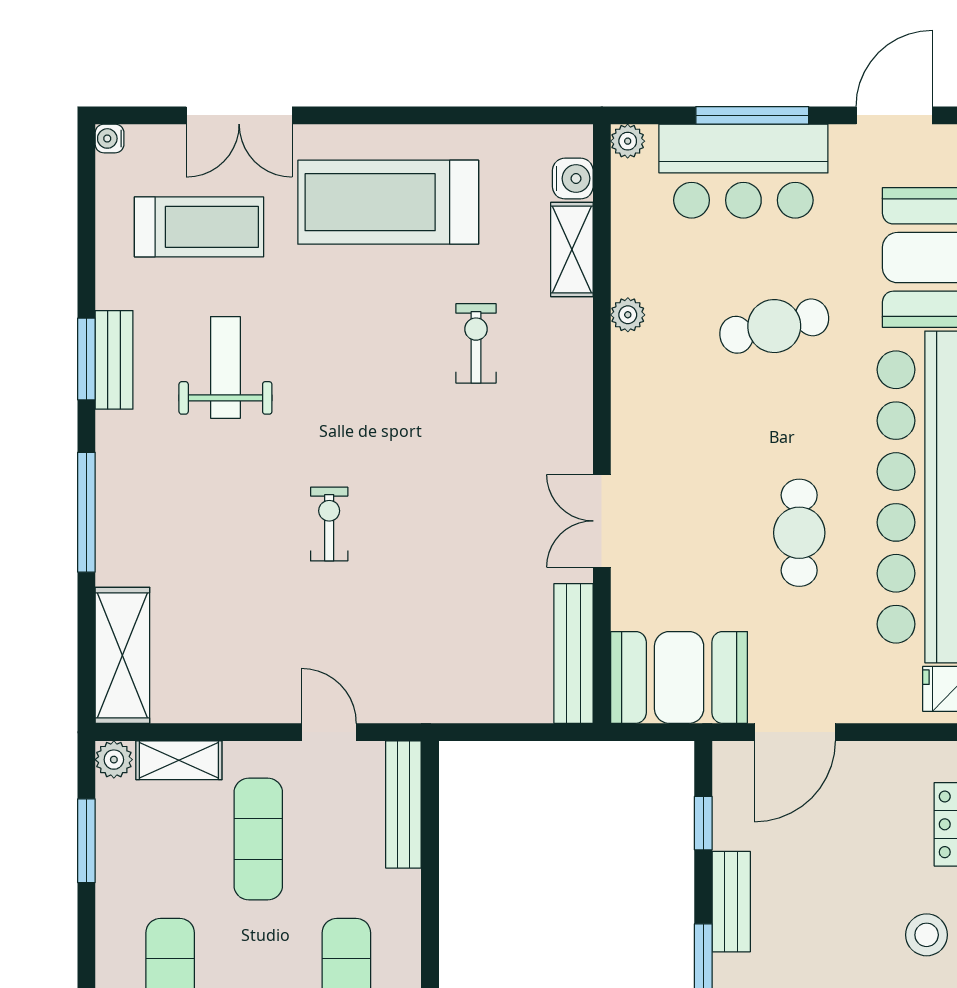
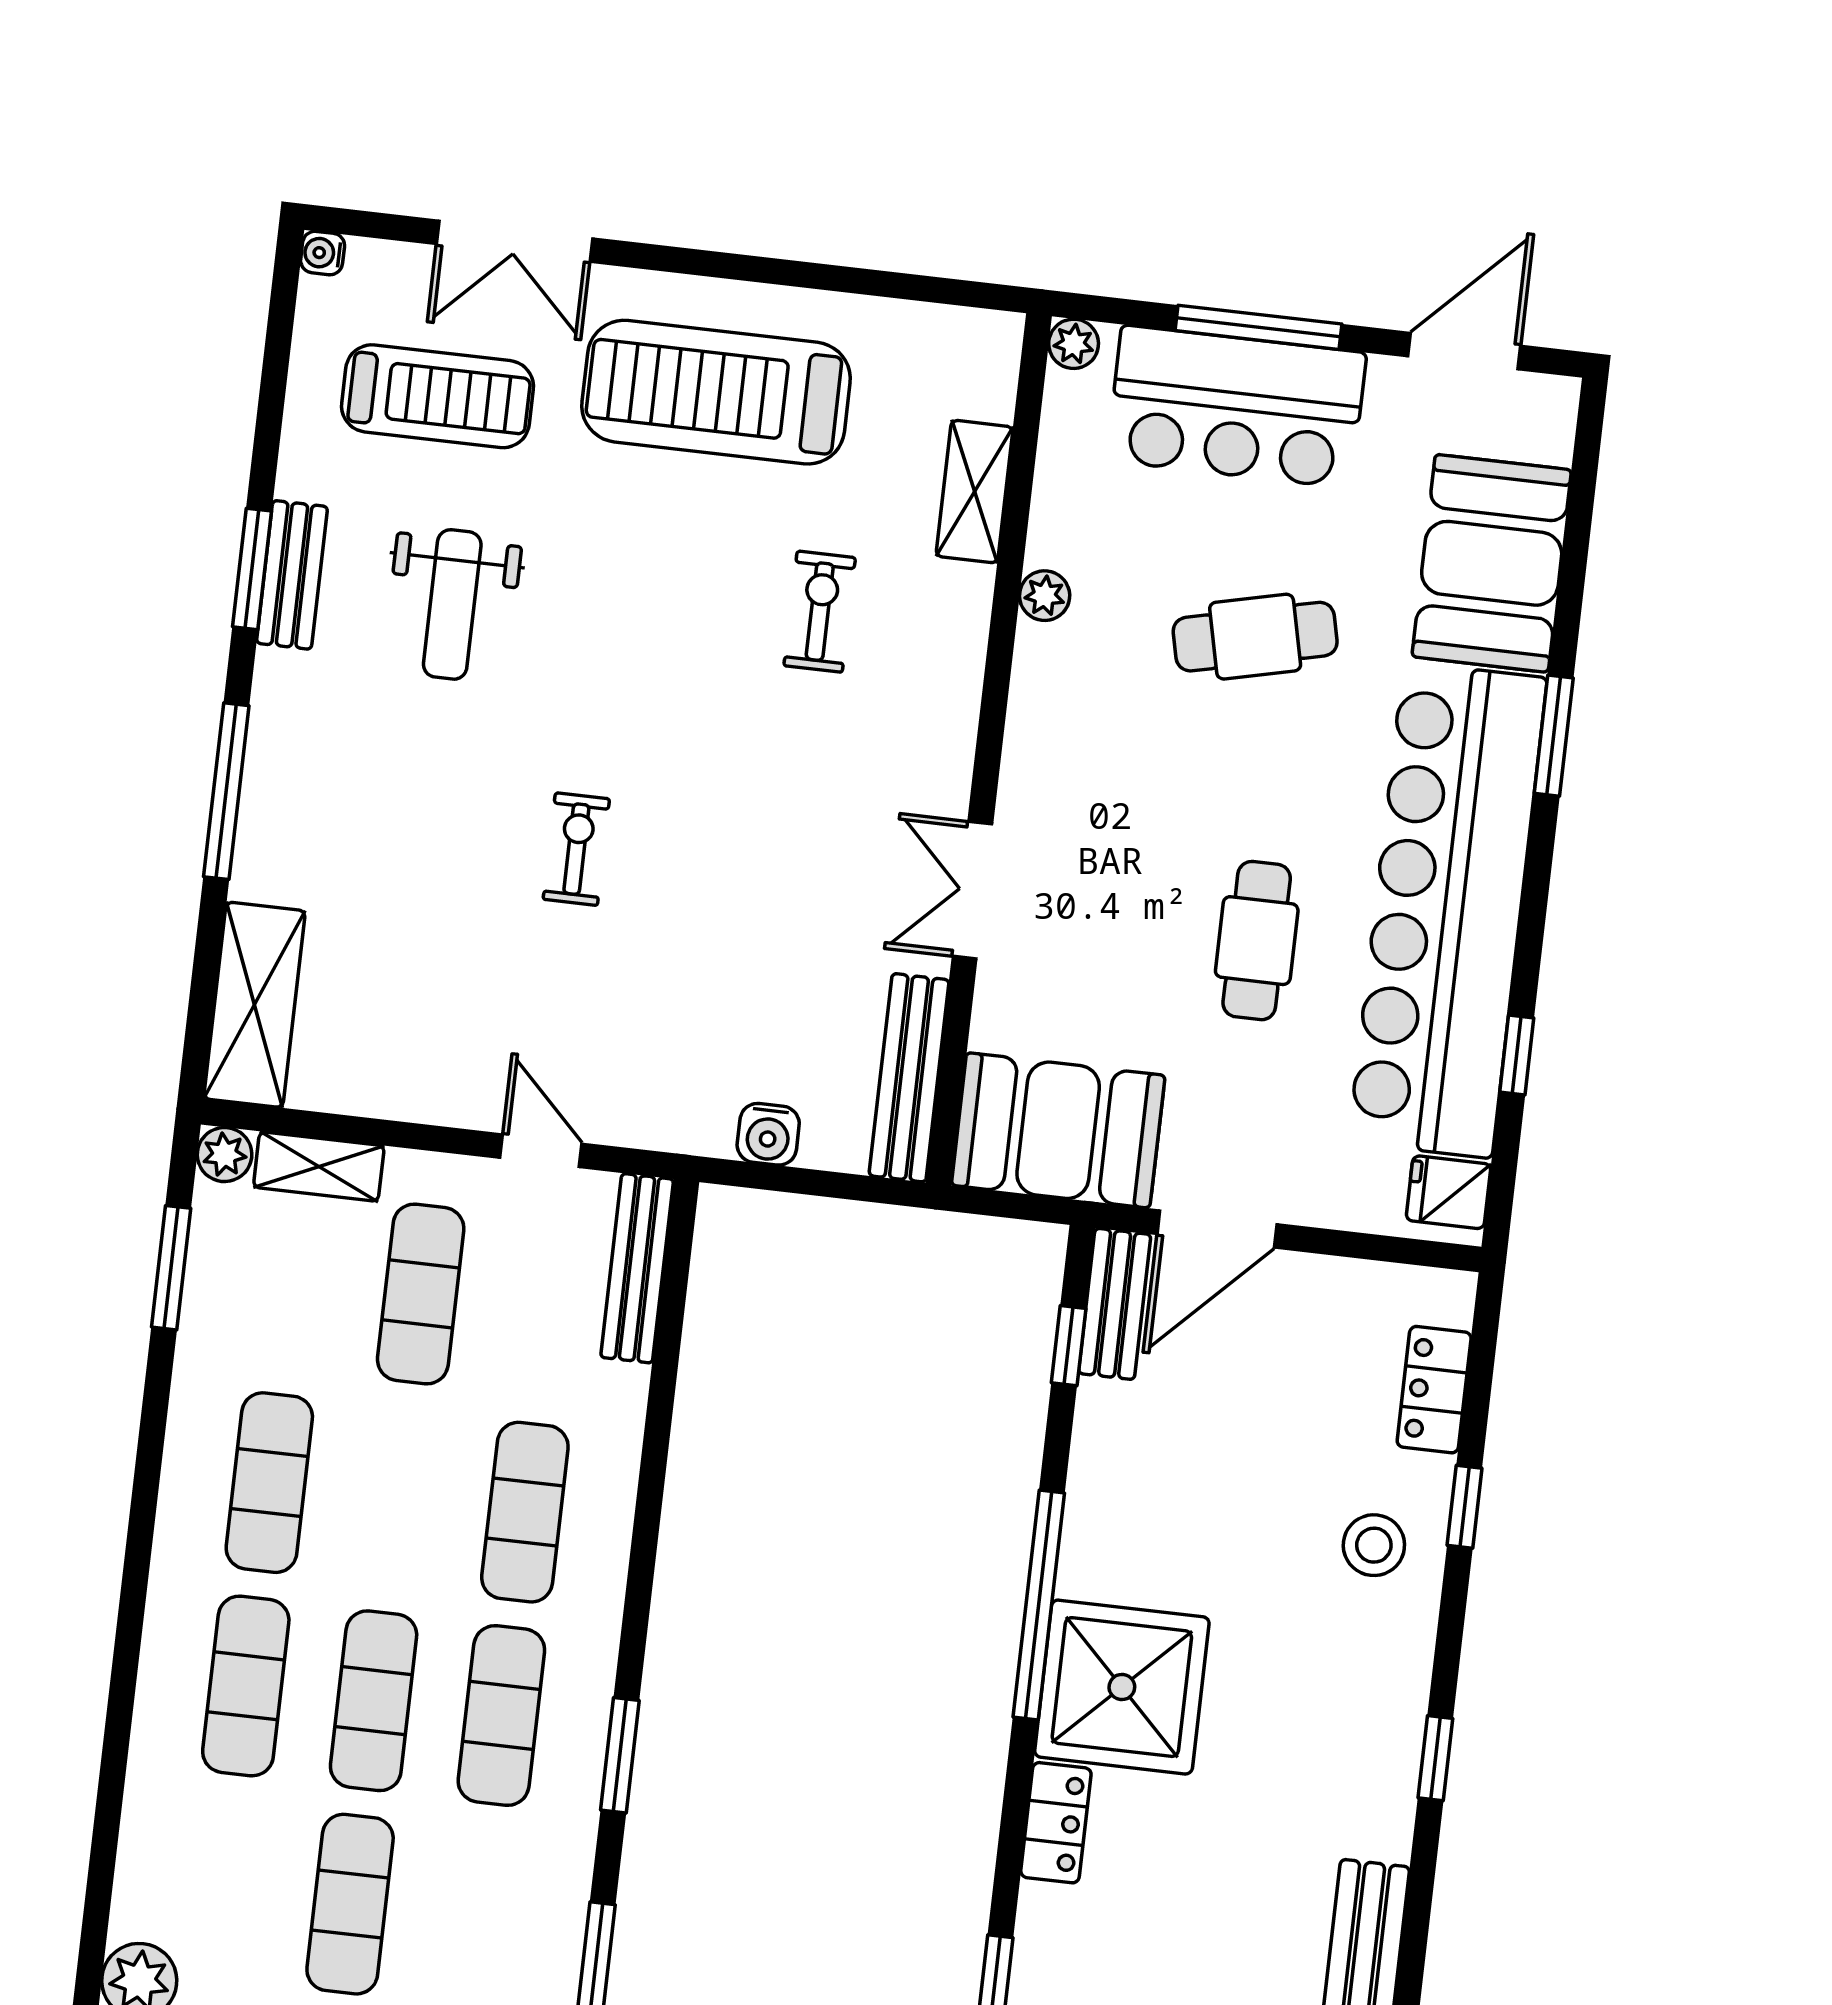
water cooler: (573, 179) -> (768, 1134), moved, turned 90
weight bench: (225, 367) -> (452, 604), turned 180
bench: (731, 902) -> (1115, 1304), moved

